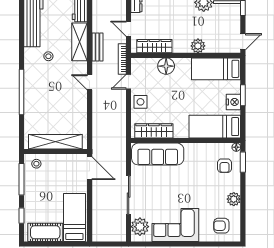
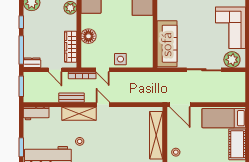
door: (129, 29) -> (55, 70), hinge flipped
shelving: (80, 42) -> (79, 114), moved
door: (90, 82) -> (103, 105), swing flipped
wardrobe: (154, 131) -> (146, 47), removed
door: (90, 168) -> (180, 105), swing flipped

